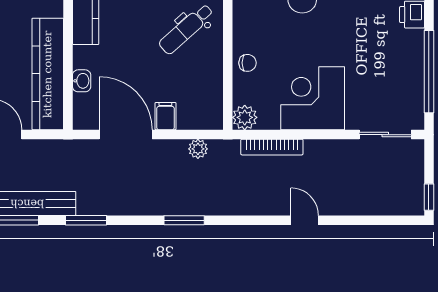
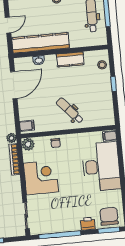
filing cabinet: (165, 116) -> (27, 126), moved
plant: (198, 149) -> (11, 138), moved

